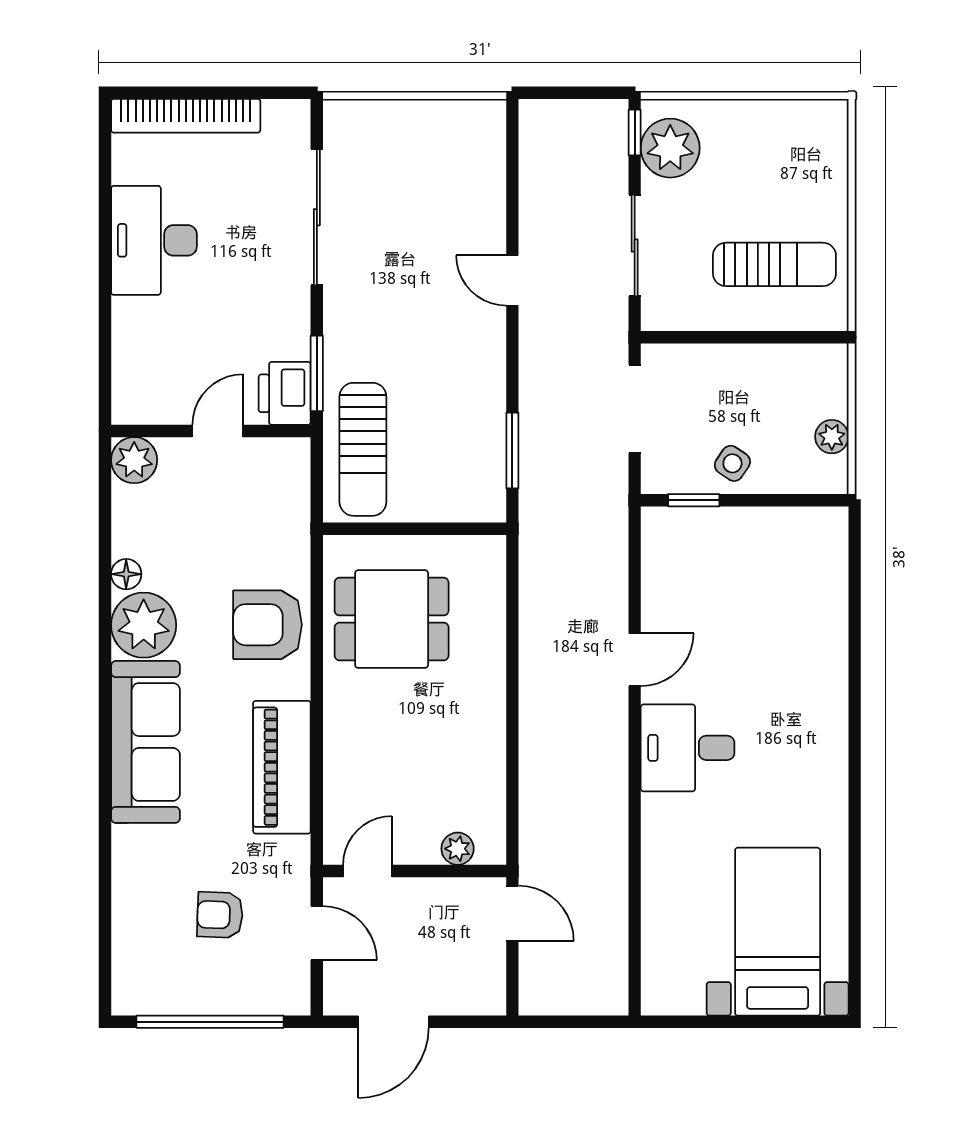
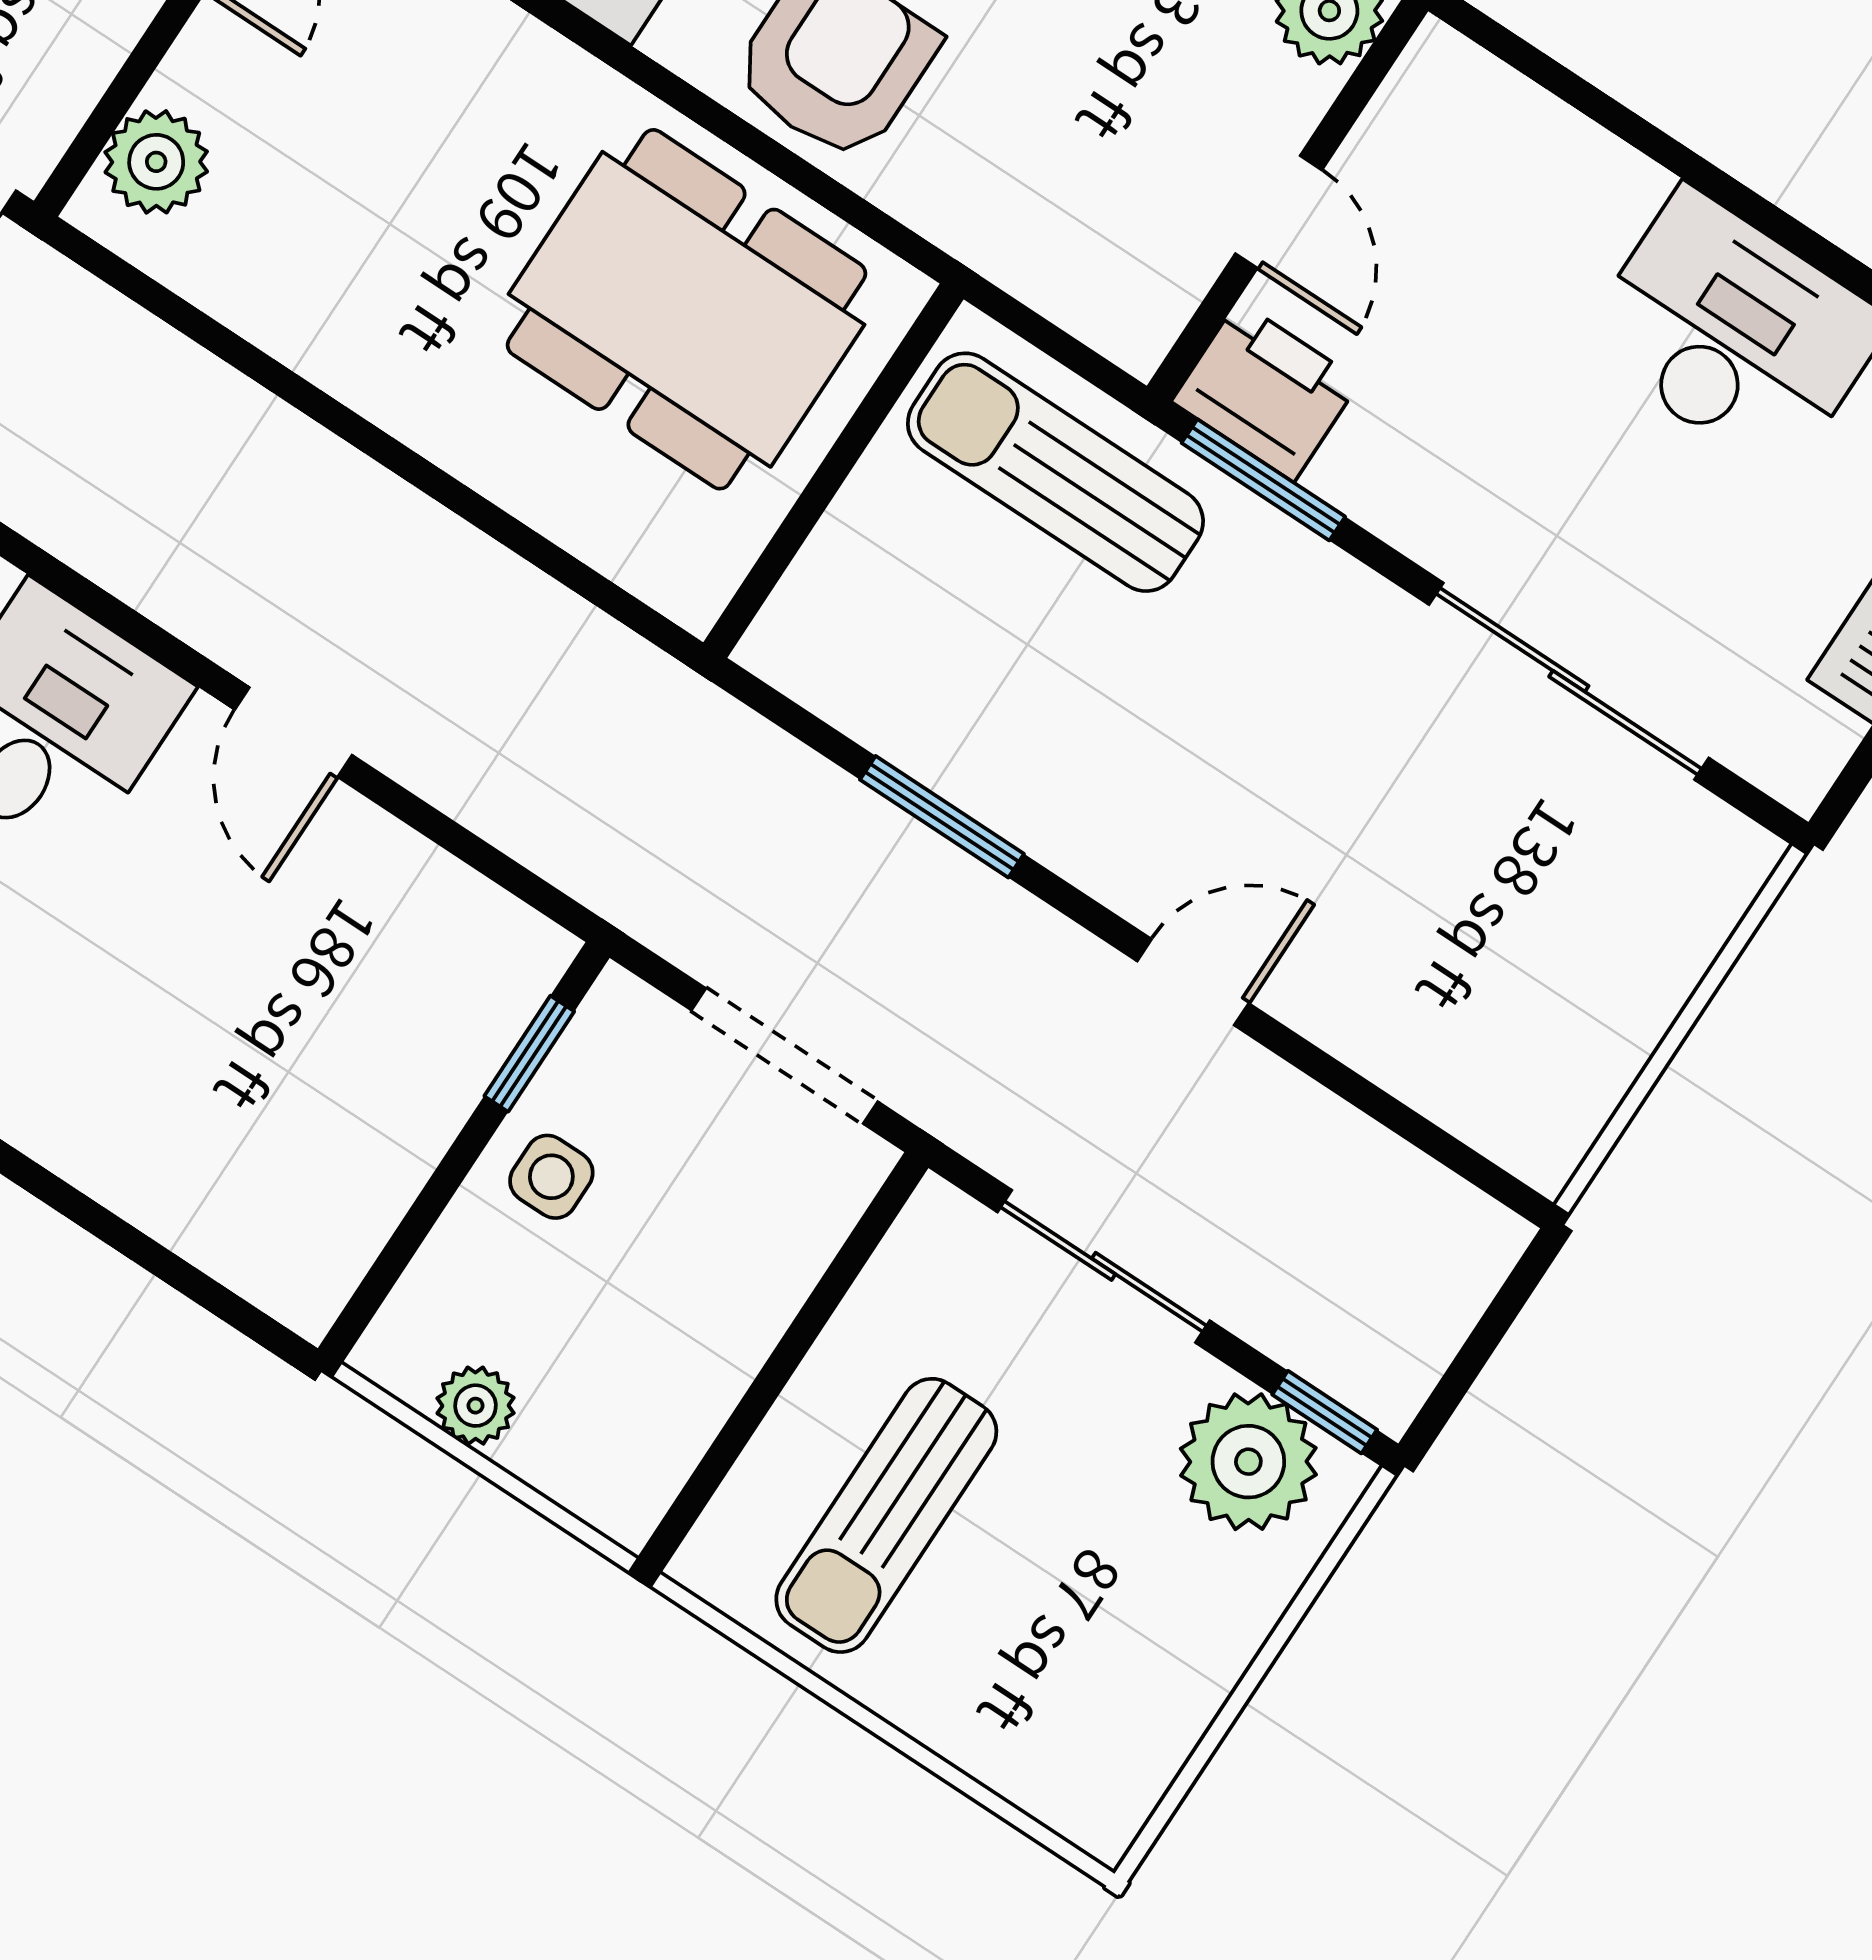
window: (512, 451) -> (942, 817), moved
side table: (732, 463) -> (551, 1177), turned -34
dining table: (392, 619) -> (687, 309), width x1.38
plant: (458, 849) -> (156, 162), width x1.38, depth x1.38

